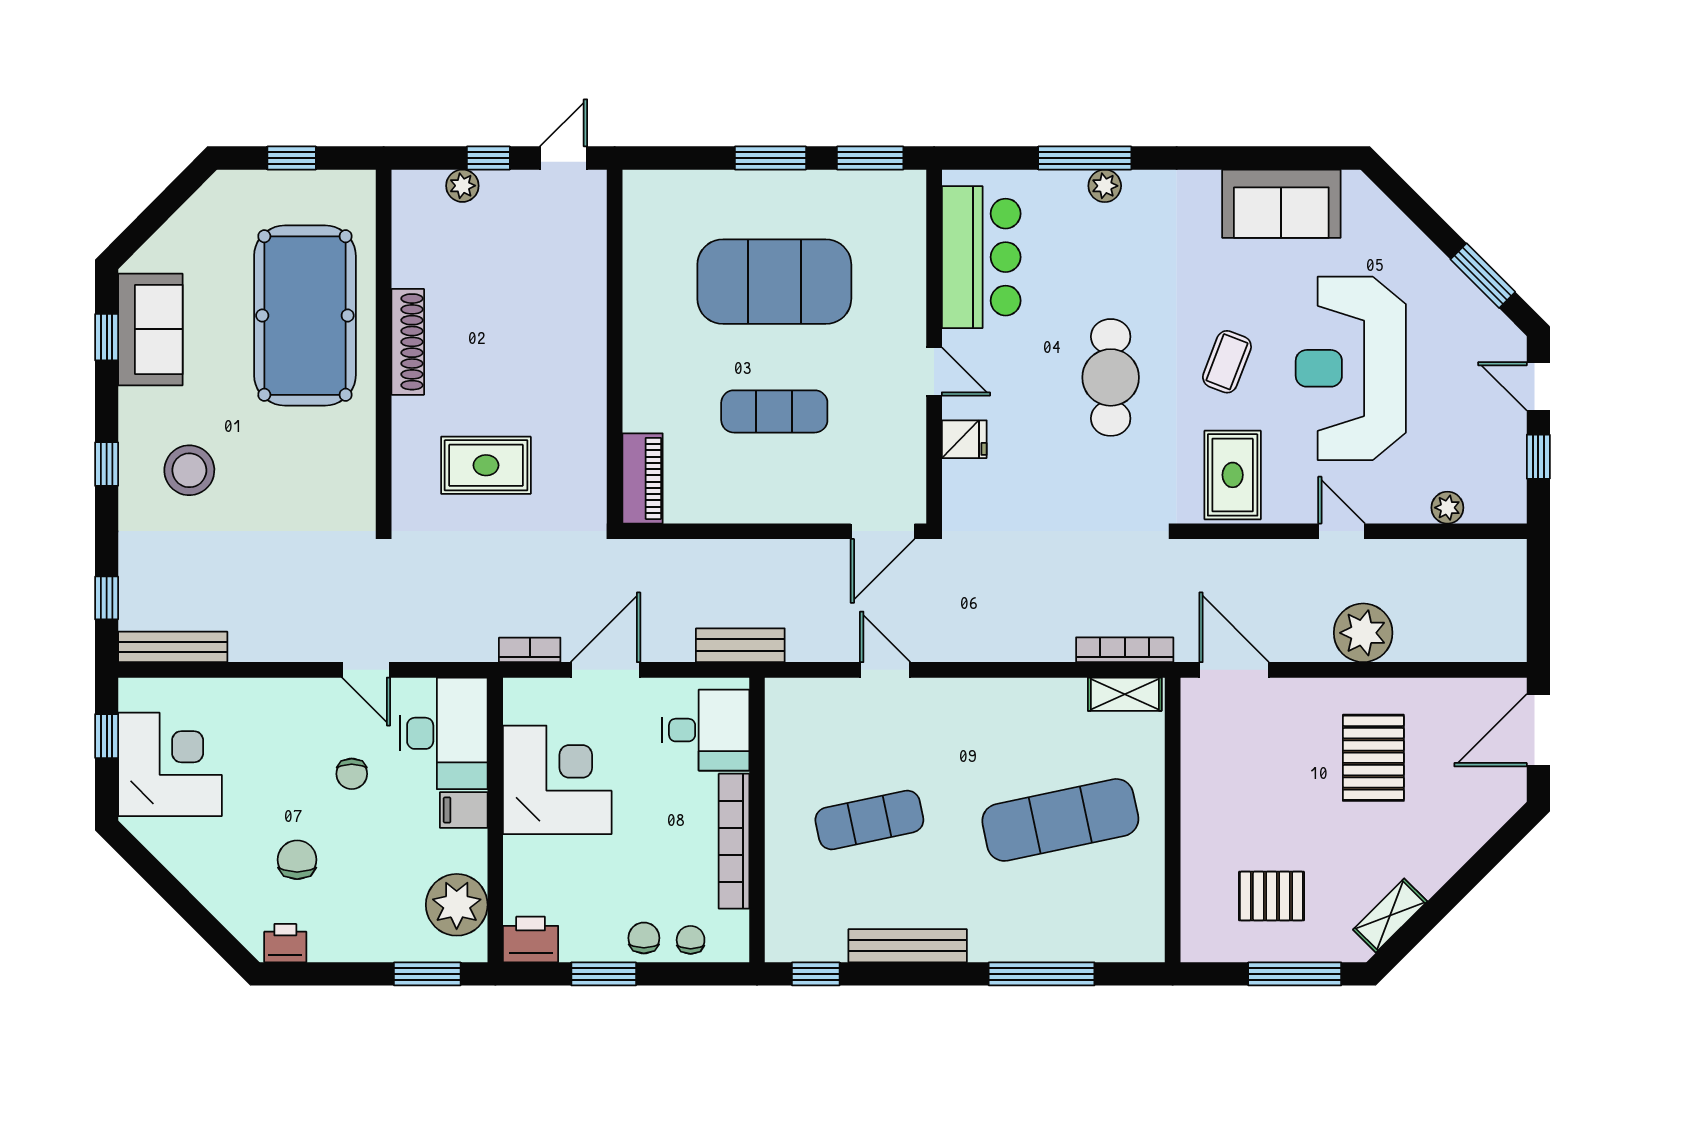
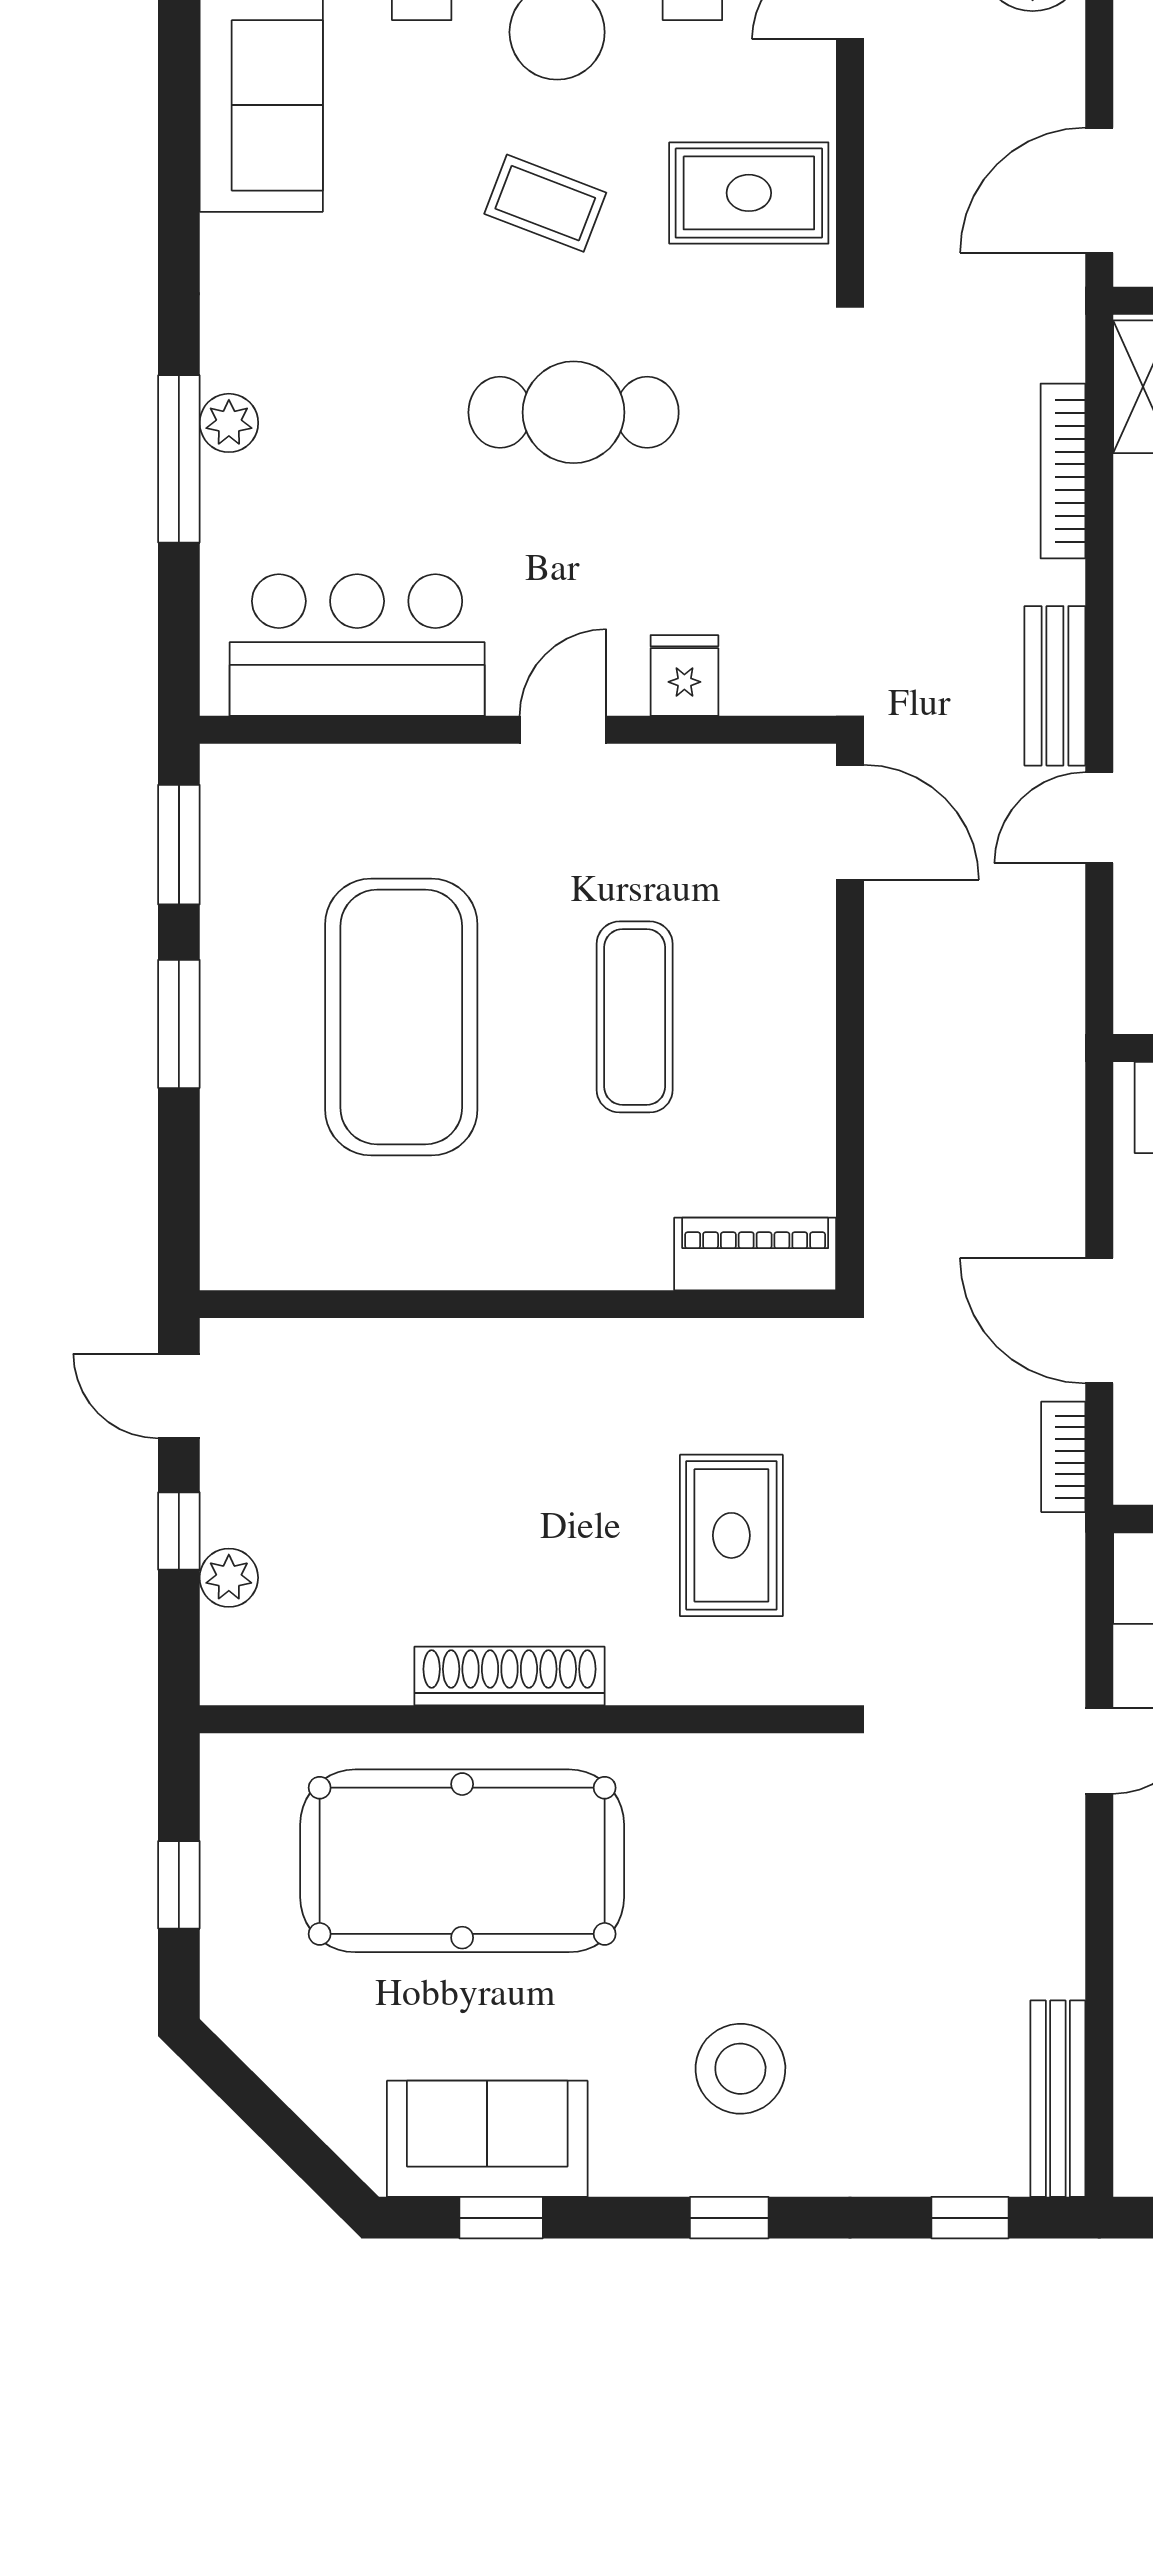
bench: (740, 645) -> (1055, 686), moved
bookcase: (1125, 650) -> (1063, 471), moved

